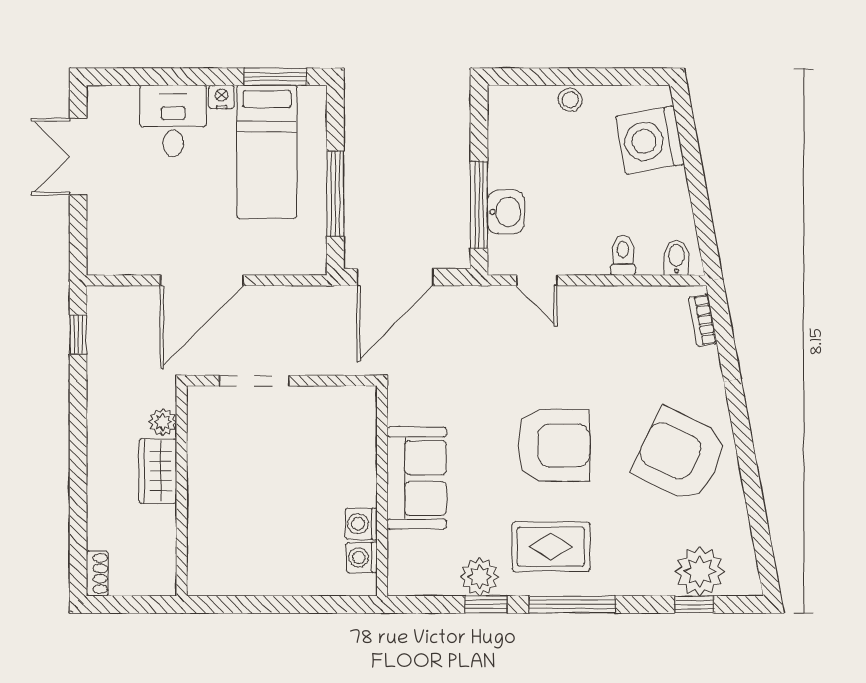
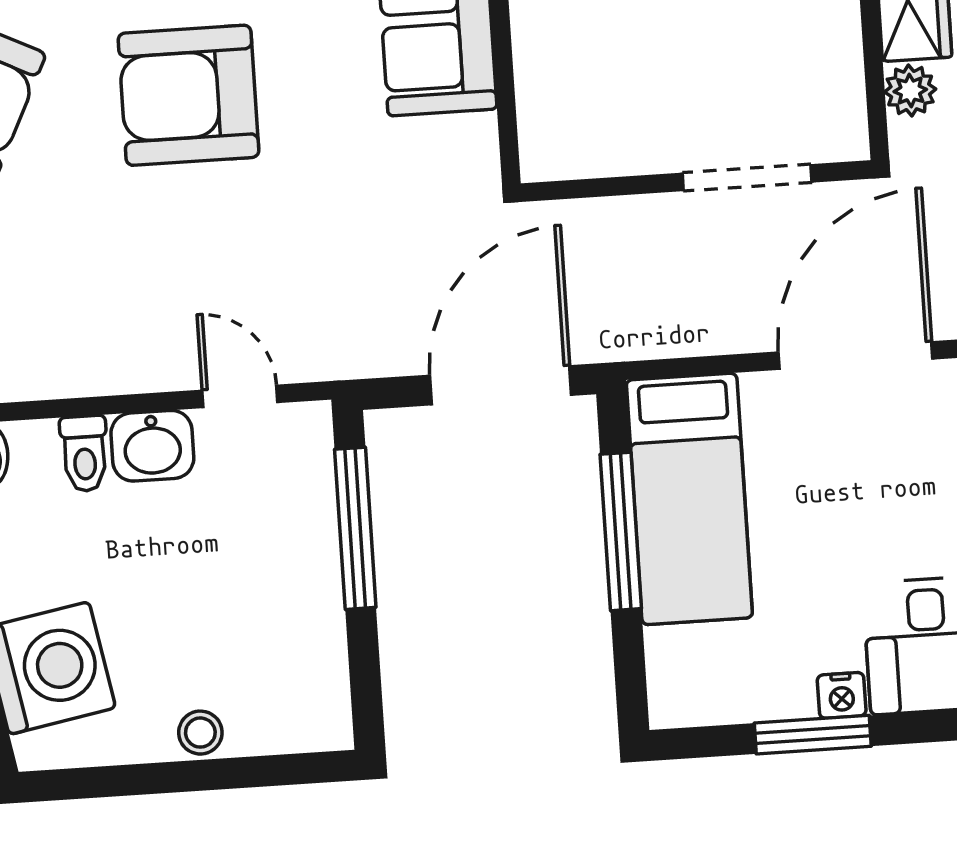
window: (275, 77) -> (813, 735), moved
bed: (267, 152) -> (689, 499), moved, turned 180
washbasin: (506, 212) -> (152, 446), moved, turned -90

